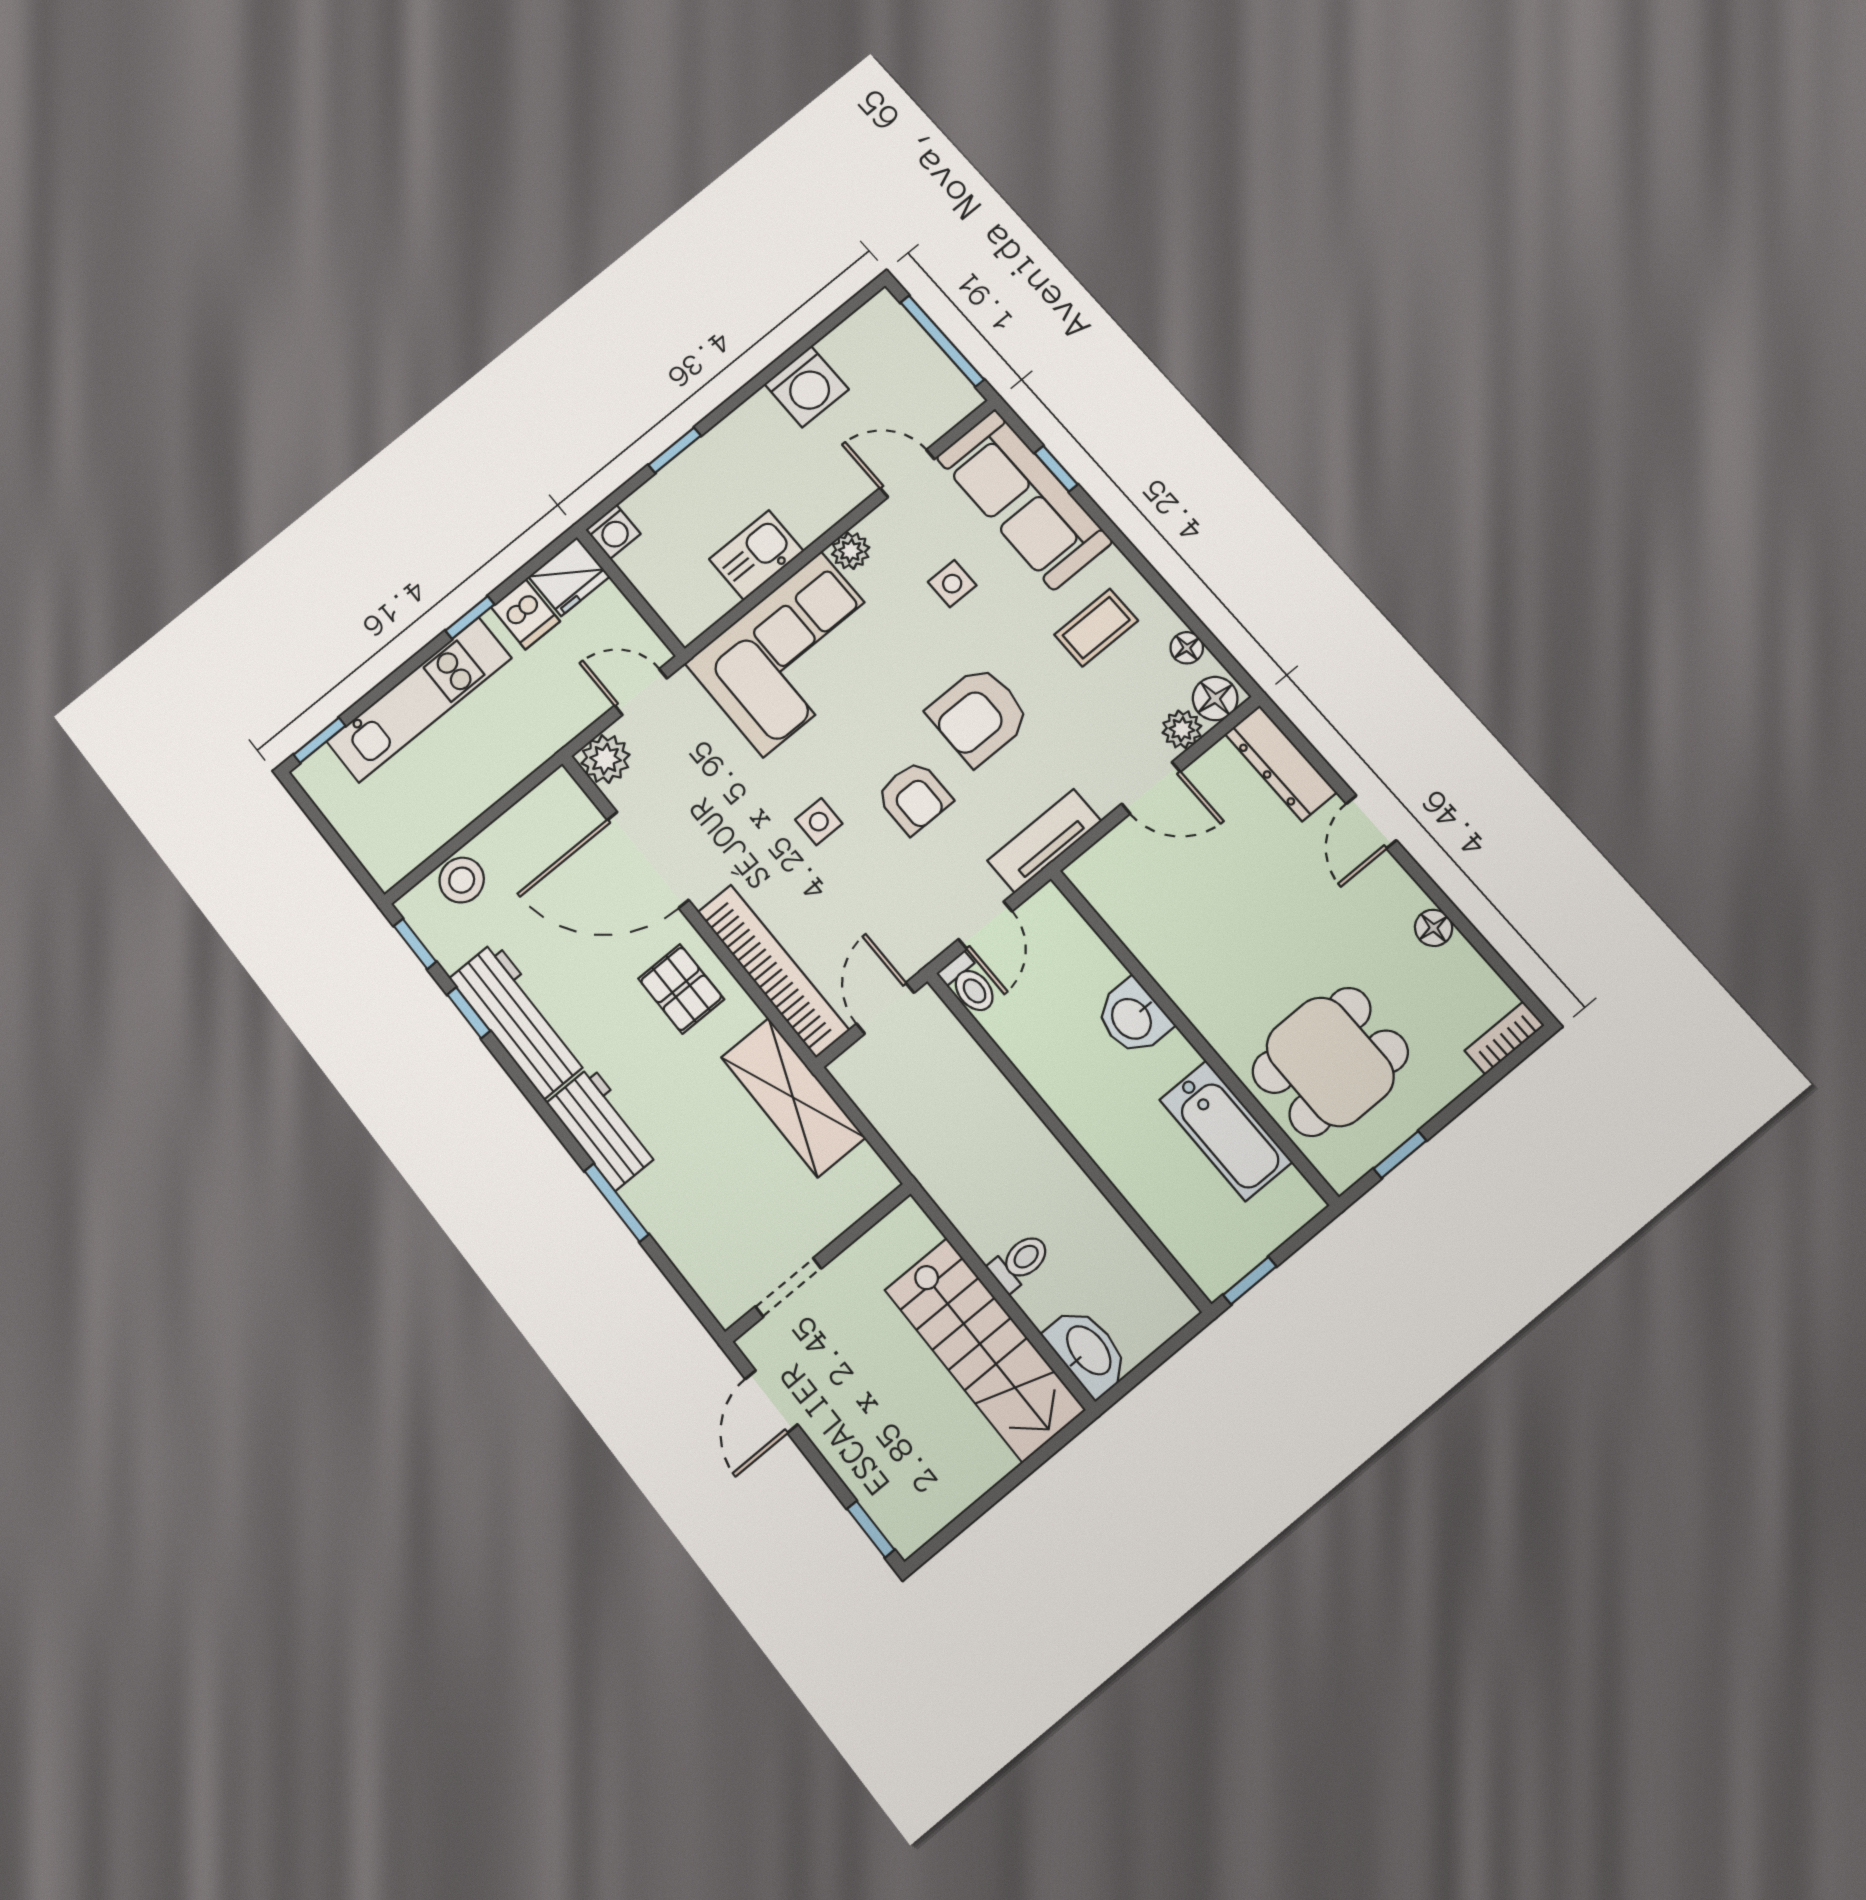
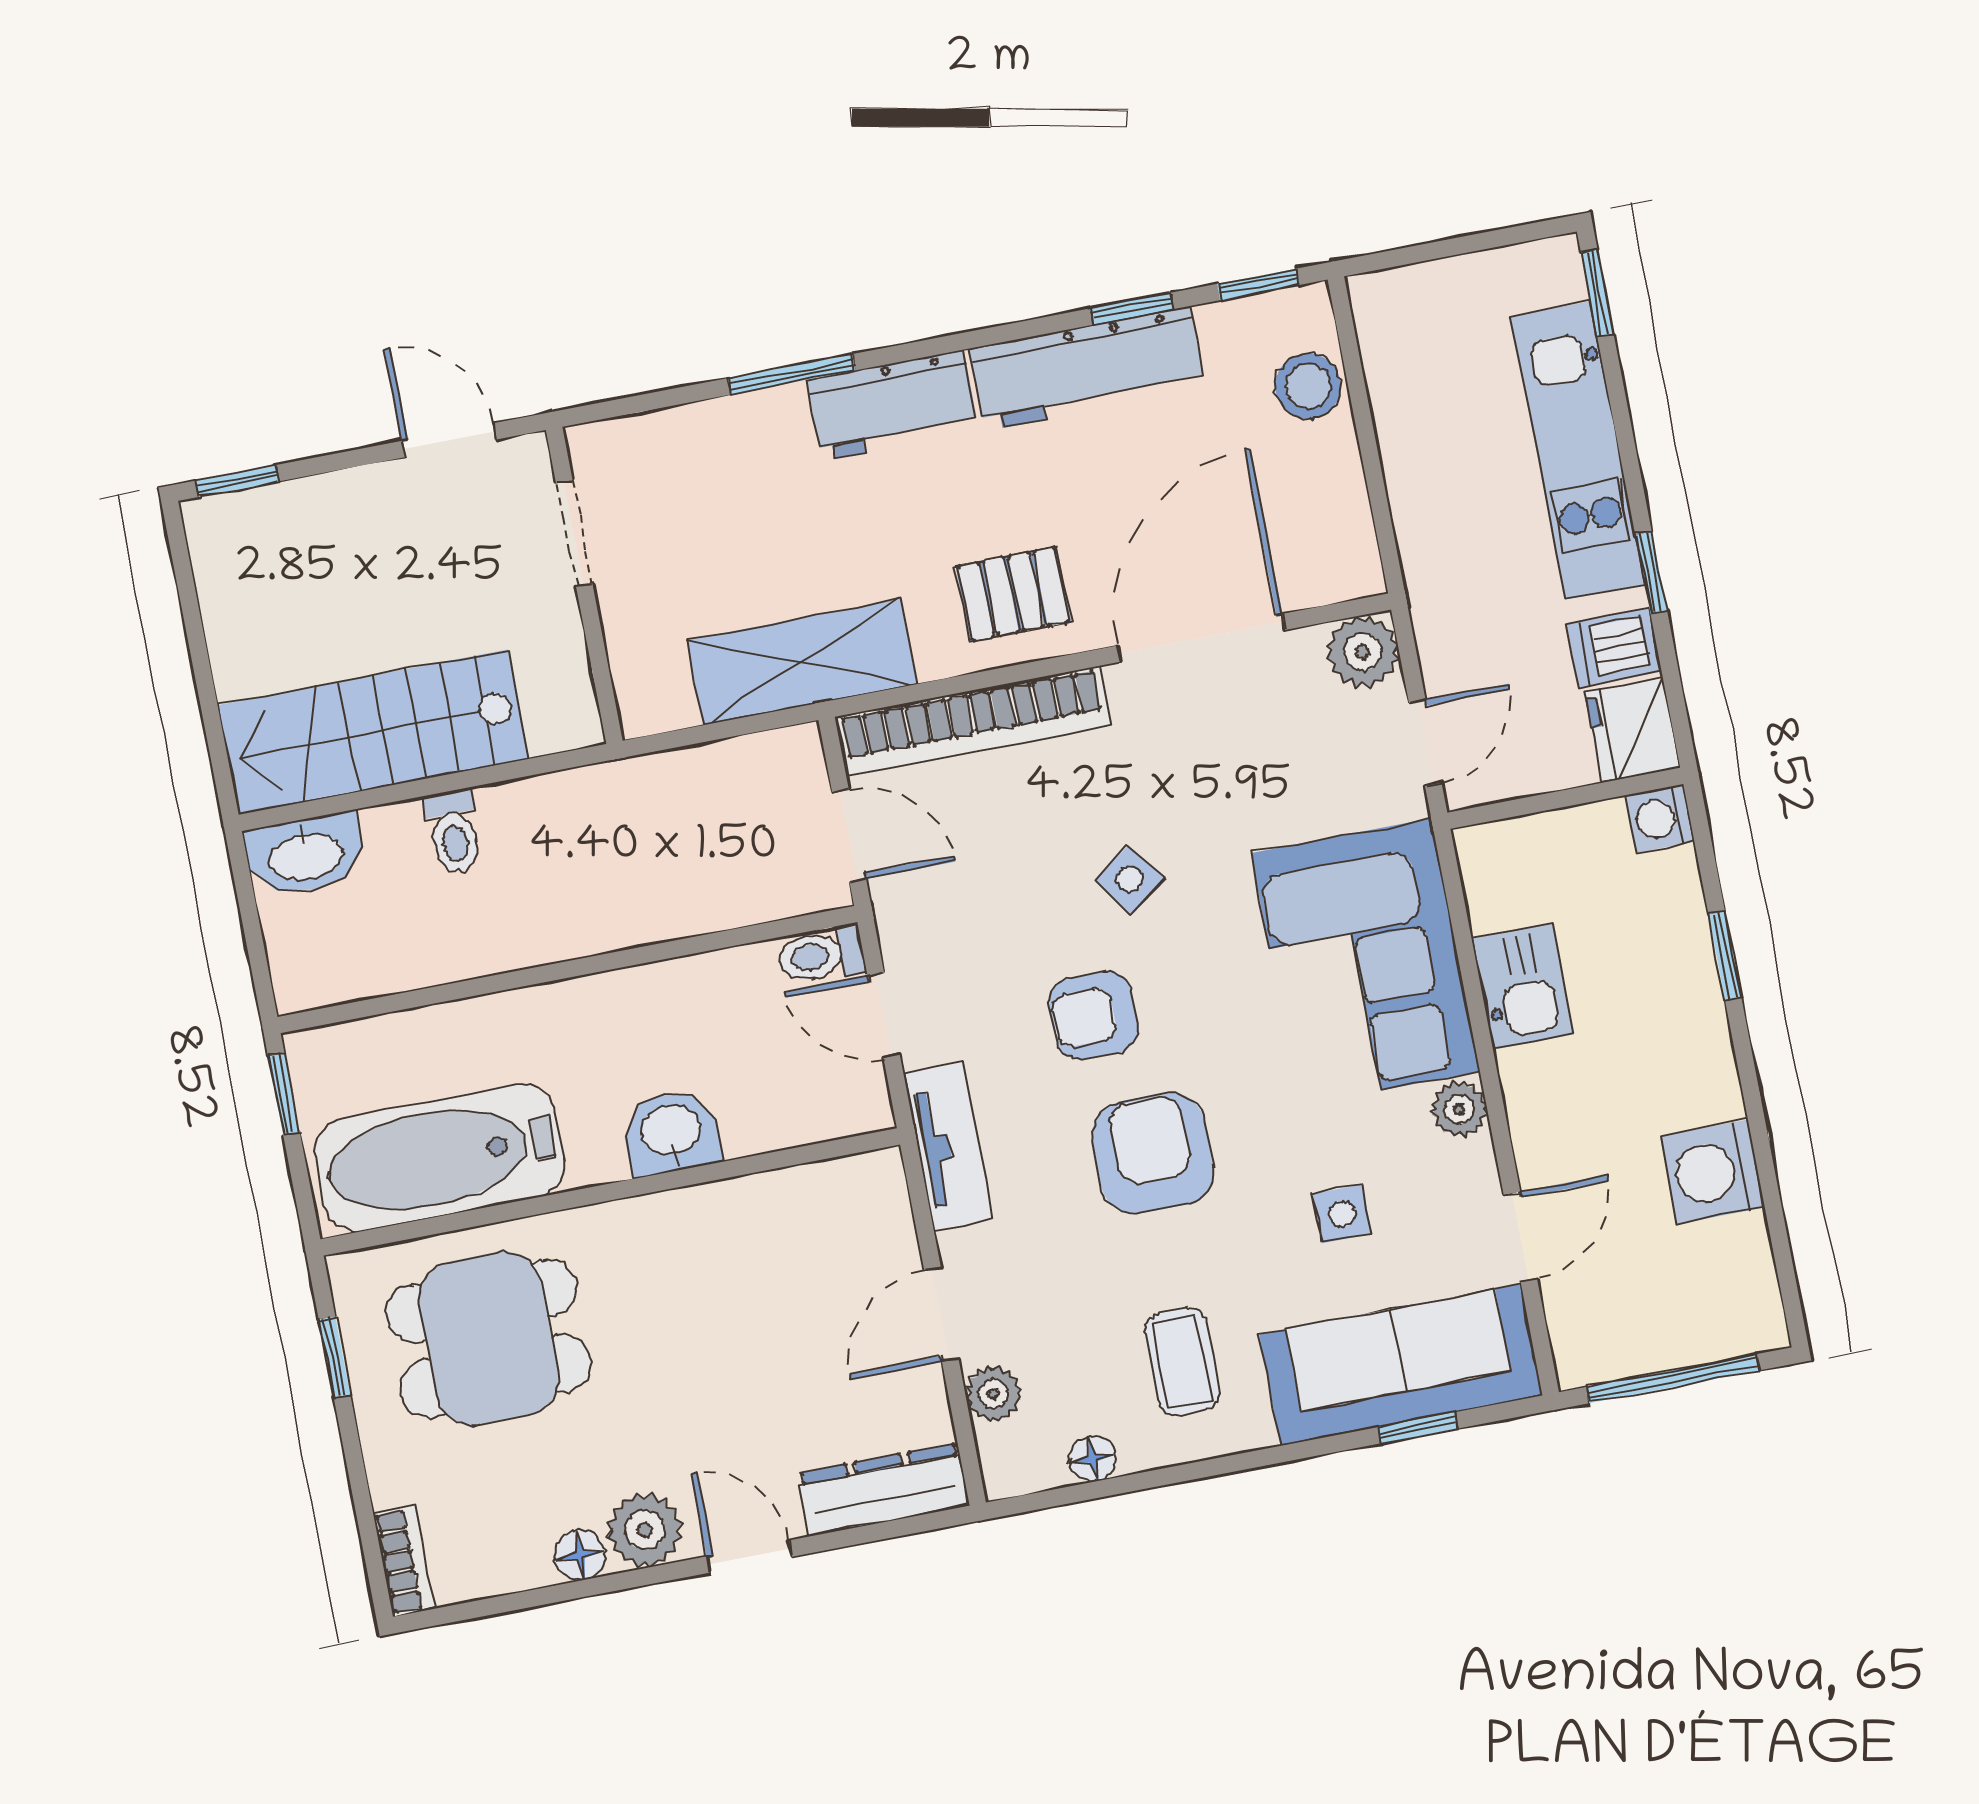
floor lamp: (1215, 698) -> (1009, 1457), removed
side table: (819, 822) -> (1130, 880), turned -36
plant: (1394, 896) -> (645, 1530), added
dining table: (1330, 1062) -> (488, 1338), turned 90
bathtub: (1226, 1131) -> (440, 1158), width x1.36, depth x1.36

